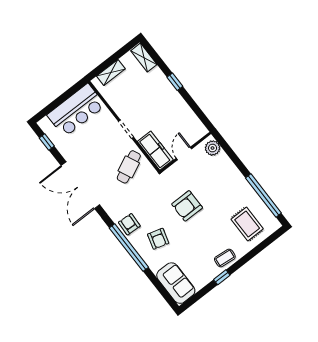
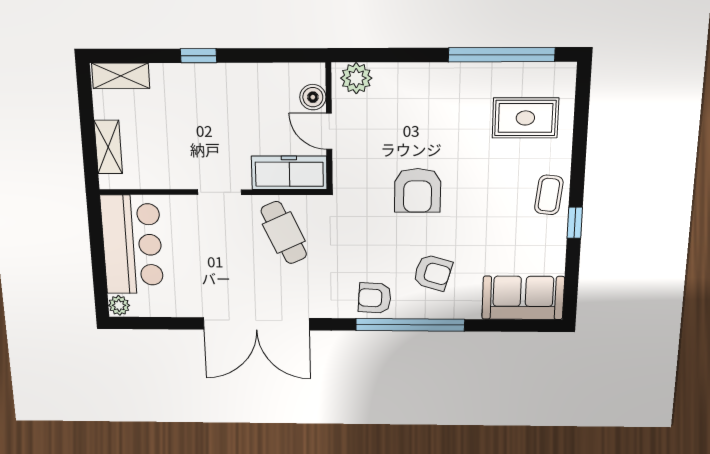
plant: (45, 123) -> (119, 305), added
boiler: (192, 137) -> (313, 97), added
window: (47, 142) -> (151, 323), removed

